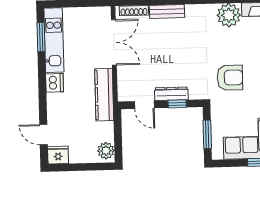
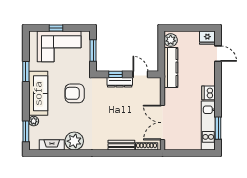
kitchen counter: (104, 95) -> (171, 68), moved

